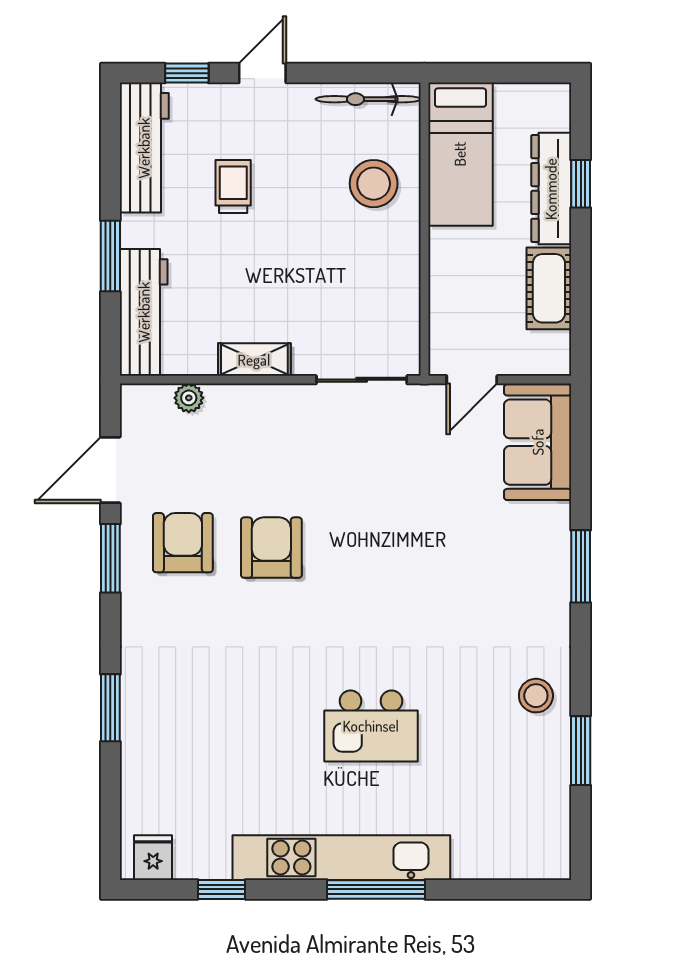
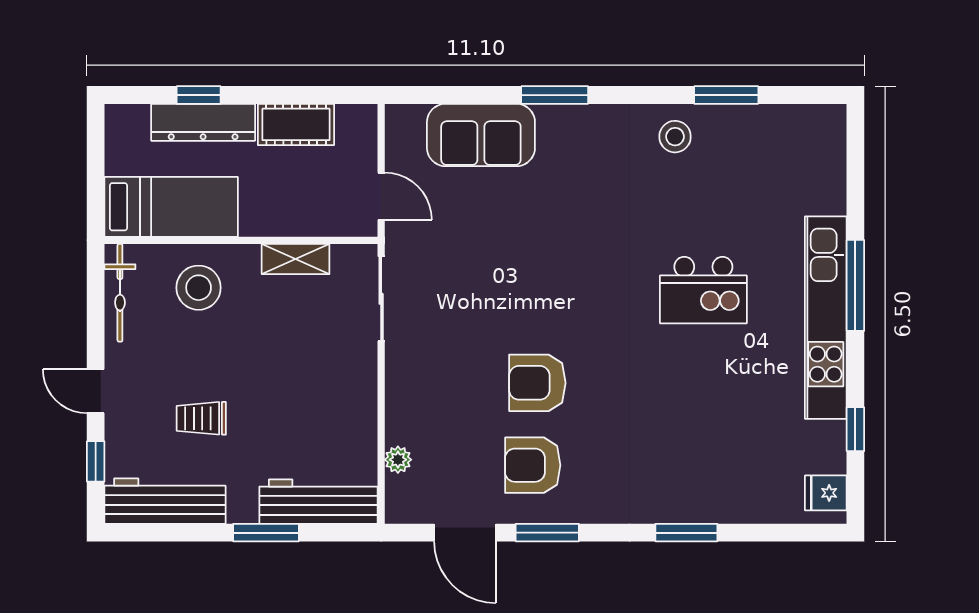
shelving: (254, 360) -> (296, 259), moved, turned 90
sofa: (538, 442) -> (481, 135), moved
kitchen island: (371, 726) -> (703, 290), turned 90

